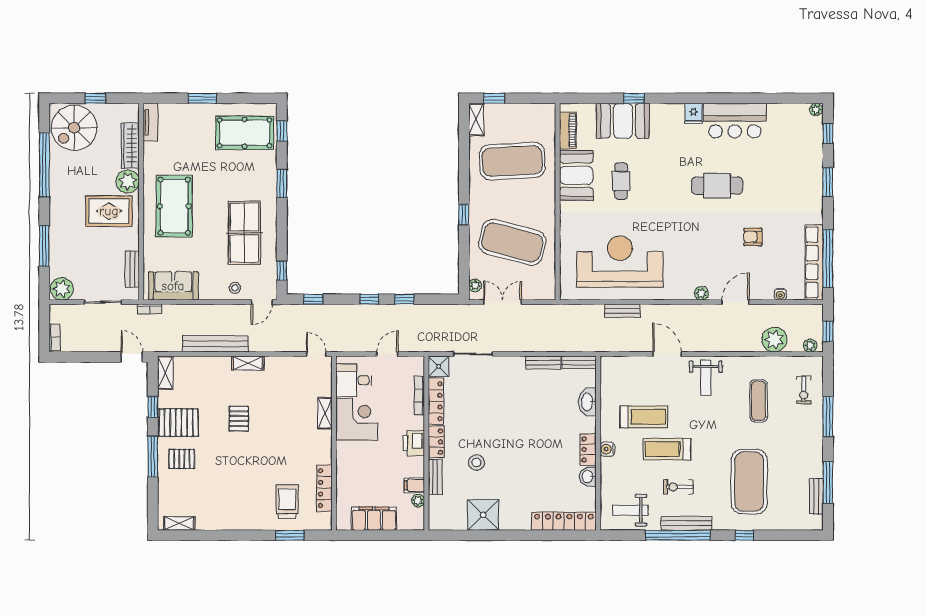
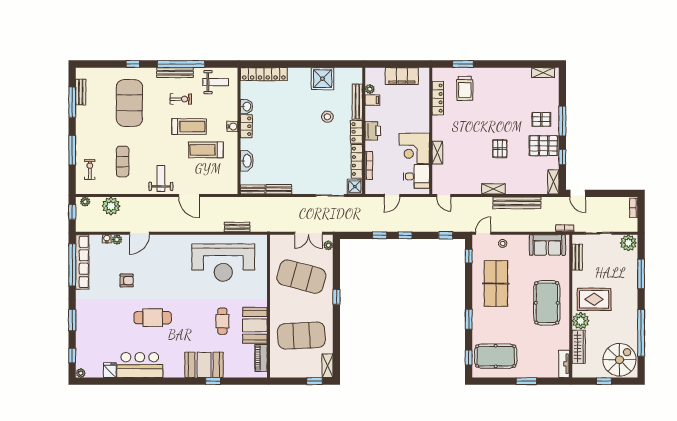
fridge: (693, 113) -> (110, 370), moved
booth: (623, 121) -> (204, 365), moved
plant: (702, 293) -> (117, 240), moved
bench: (622, 311) -> (237, 227), moved
bench: (435, 477) -> (357, 102), width x1.36

